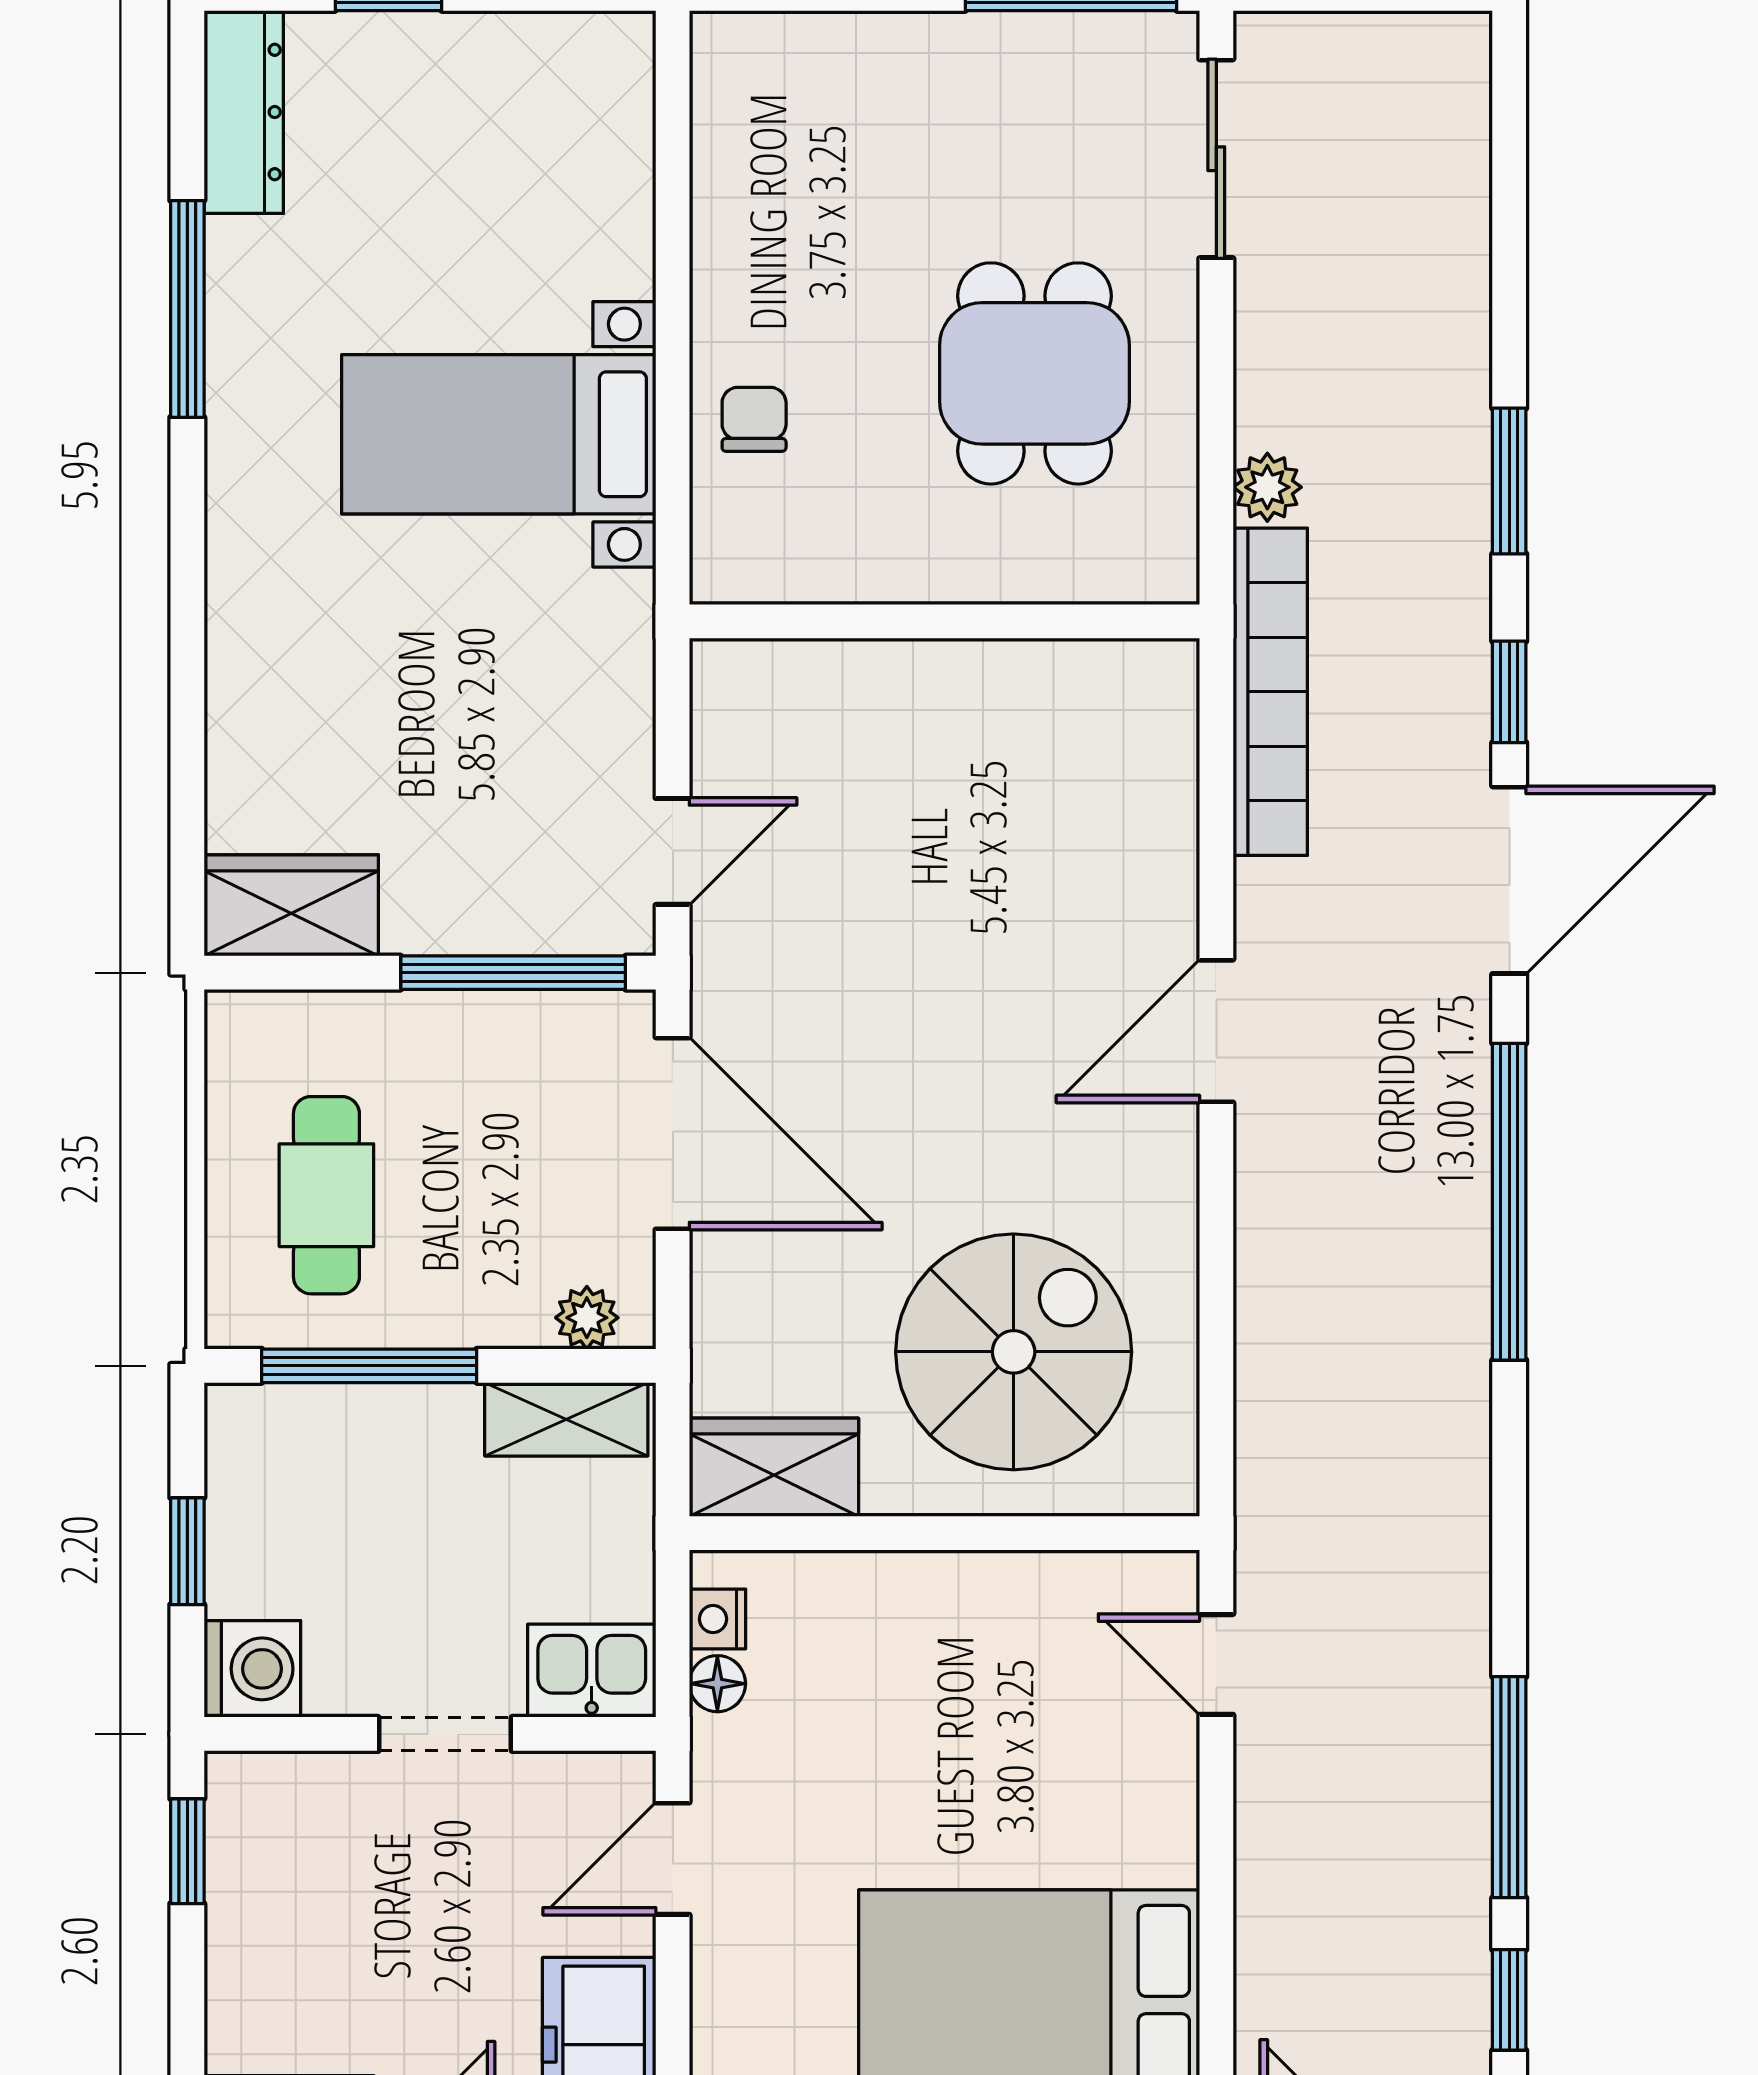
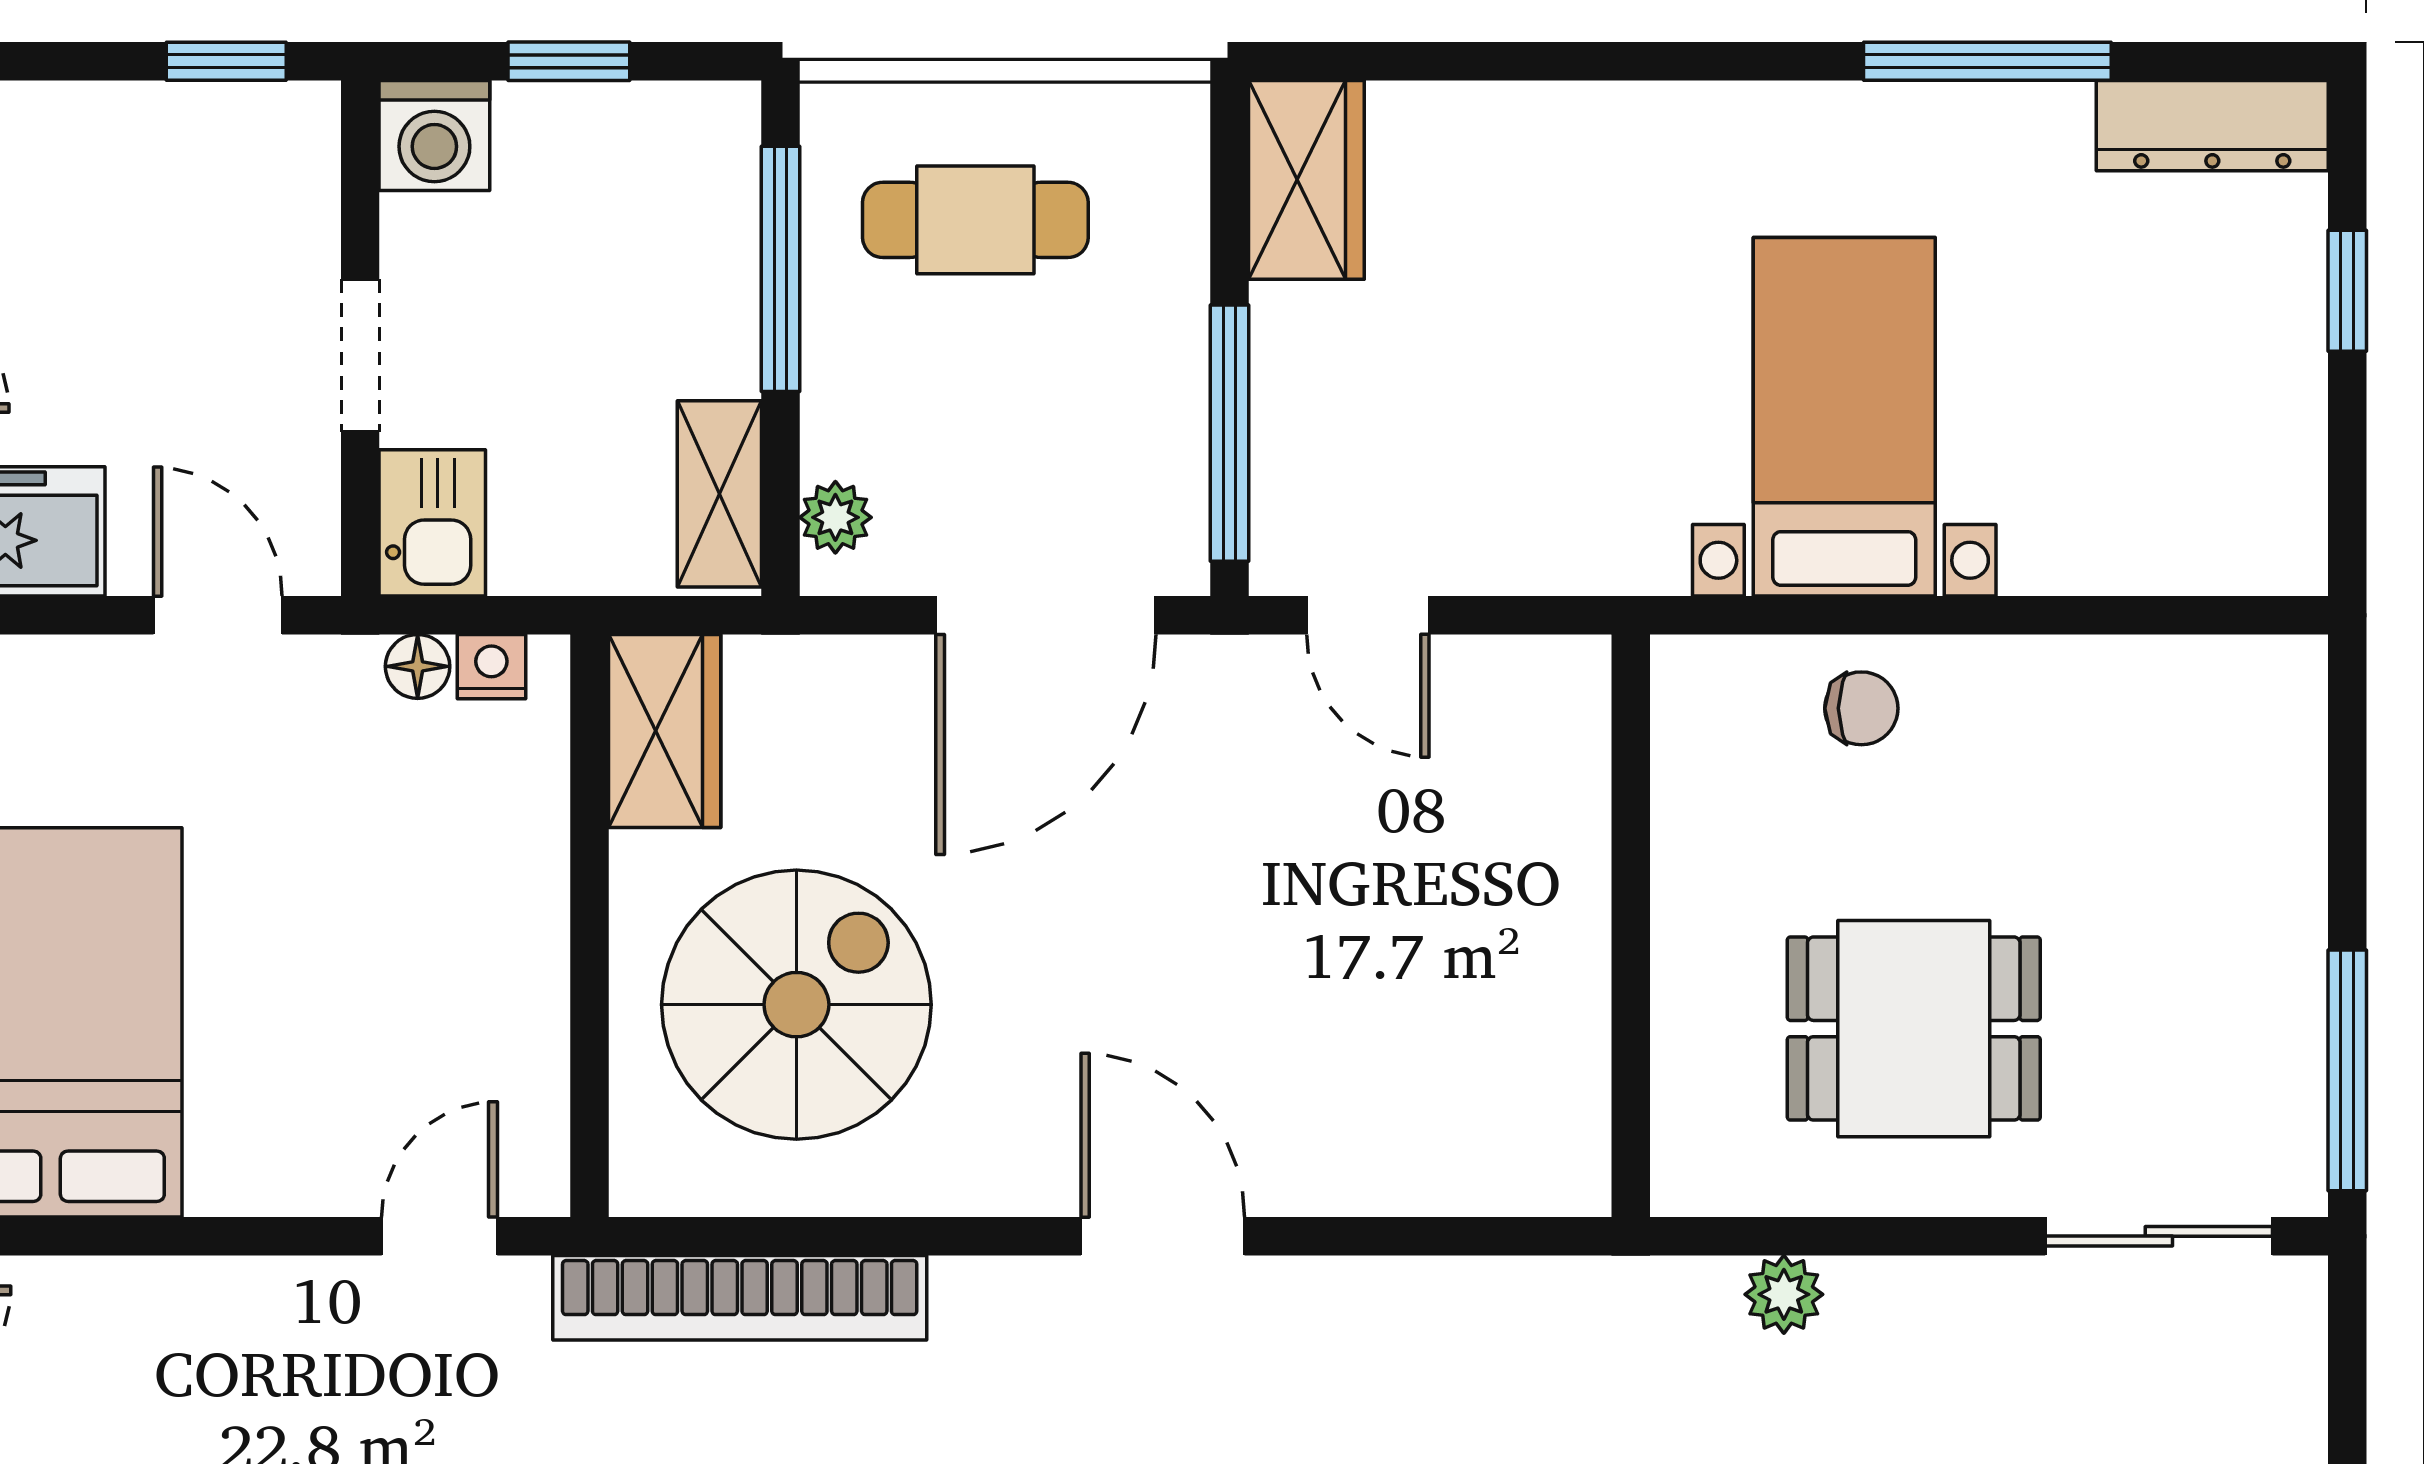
bookcase: (1270, 692) -> (740, 1298), moved
spiral stairs: (1014, 1352) -> (796, 1005), turned -90

